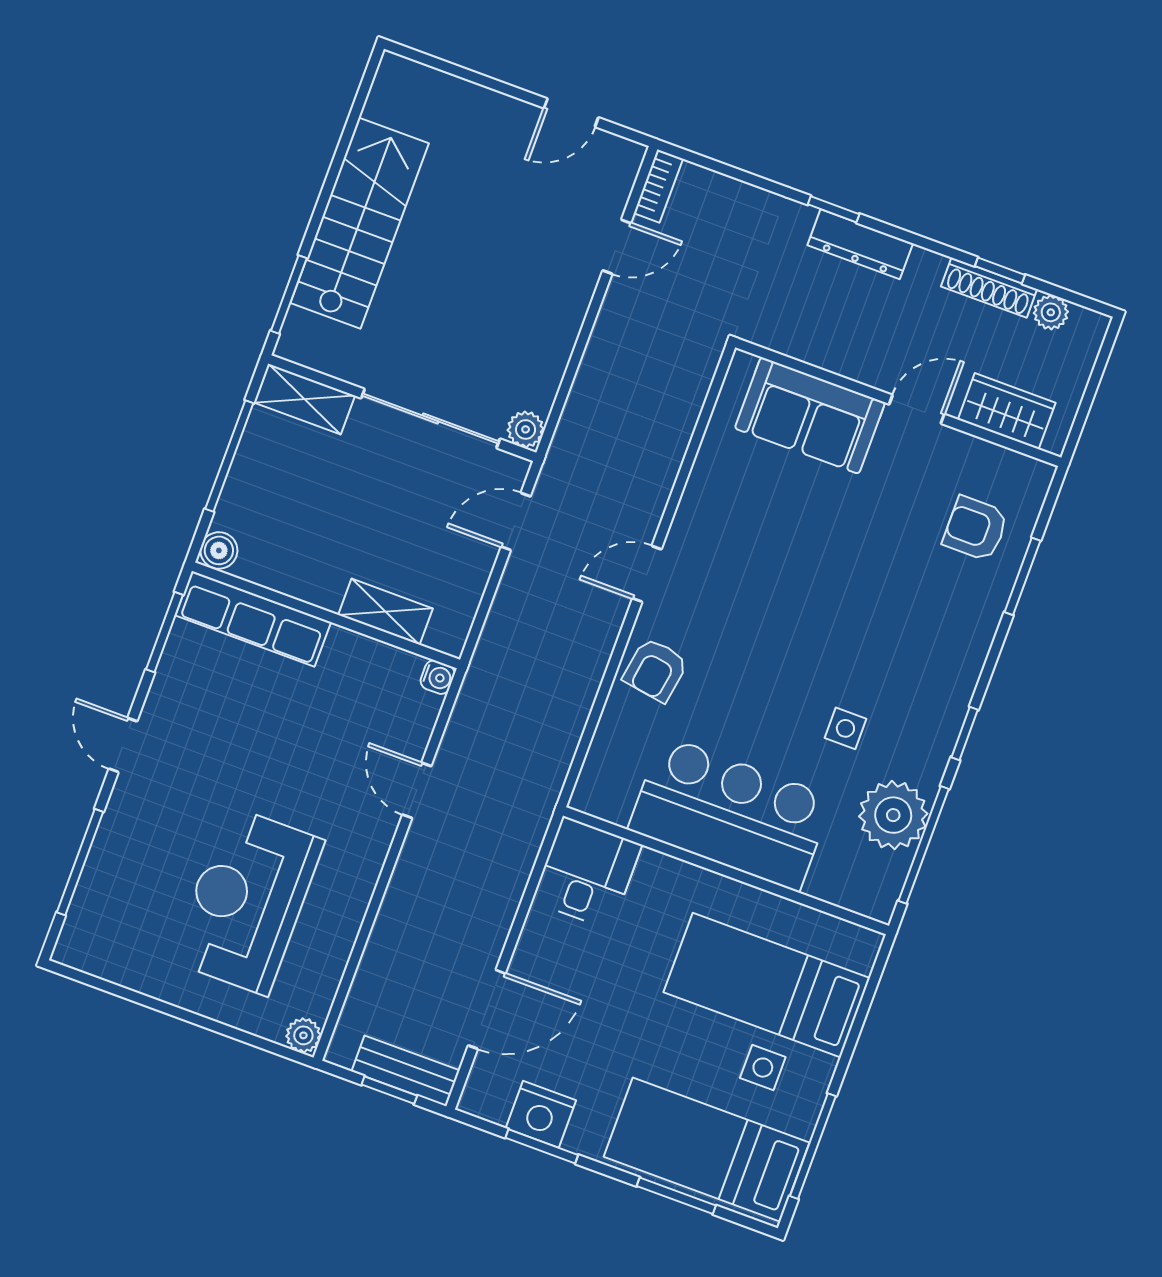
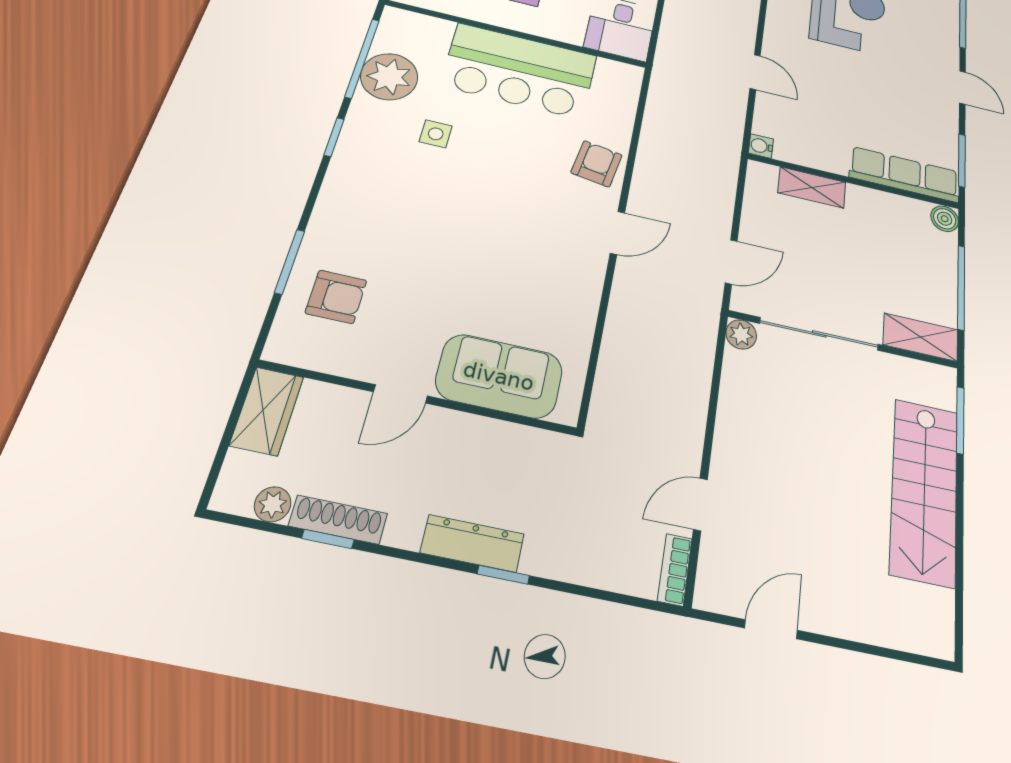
wardrobe: (1007, 411) -> (267, 411), moved, turned -90

